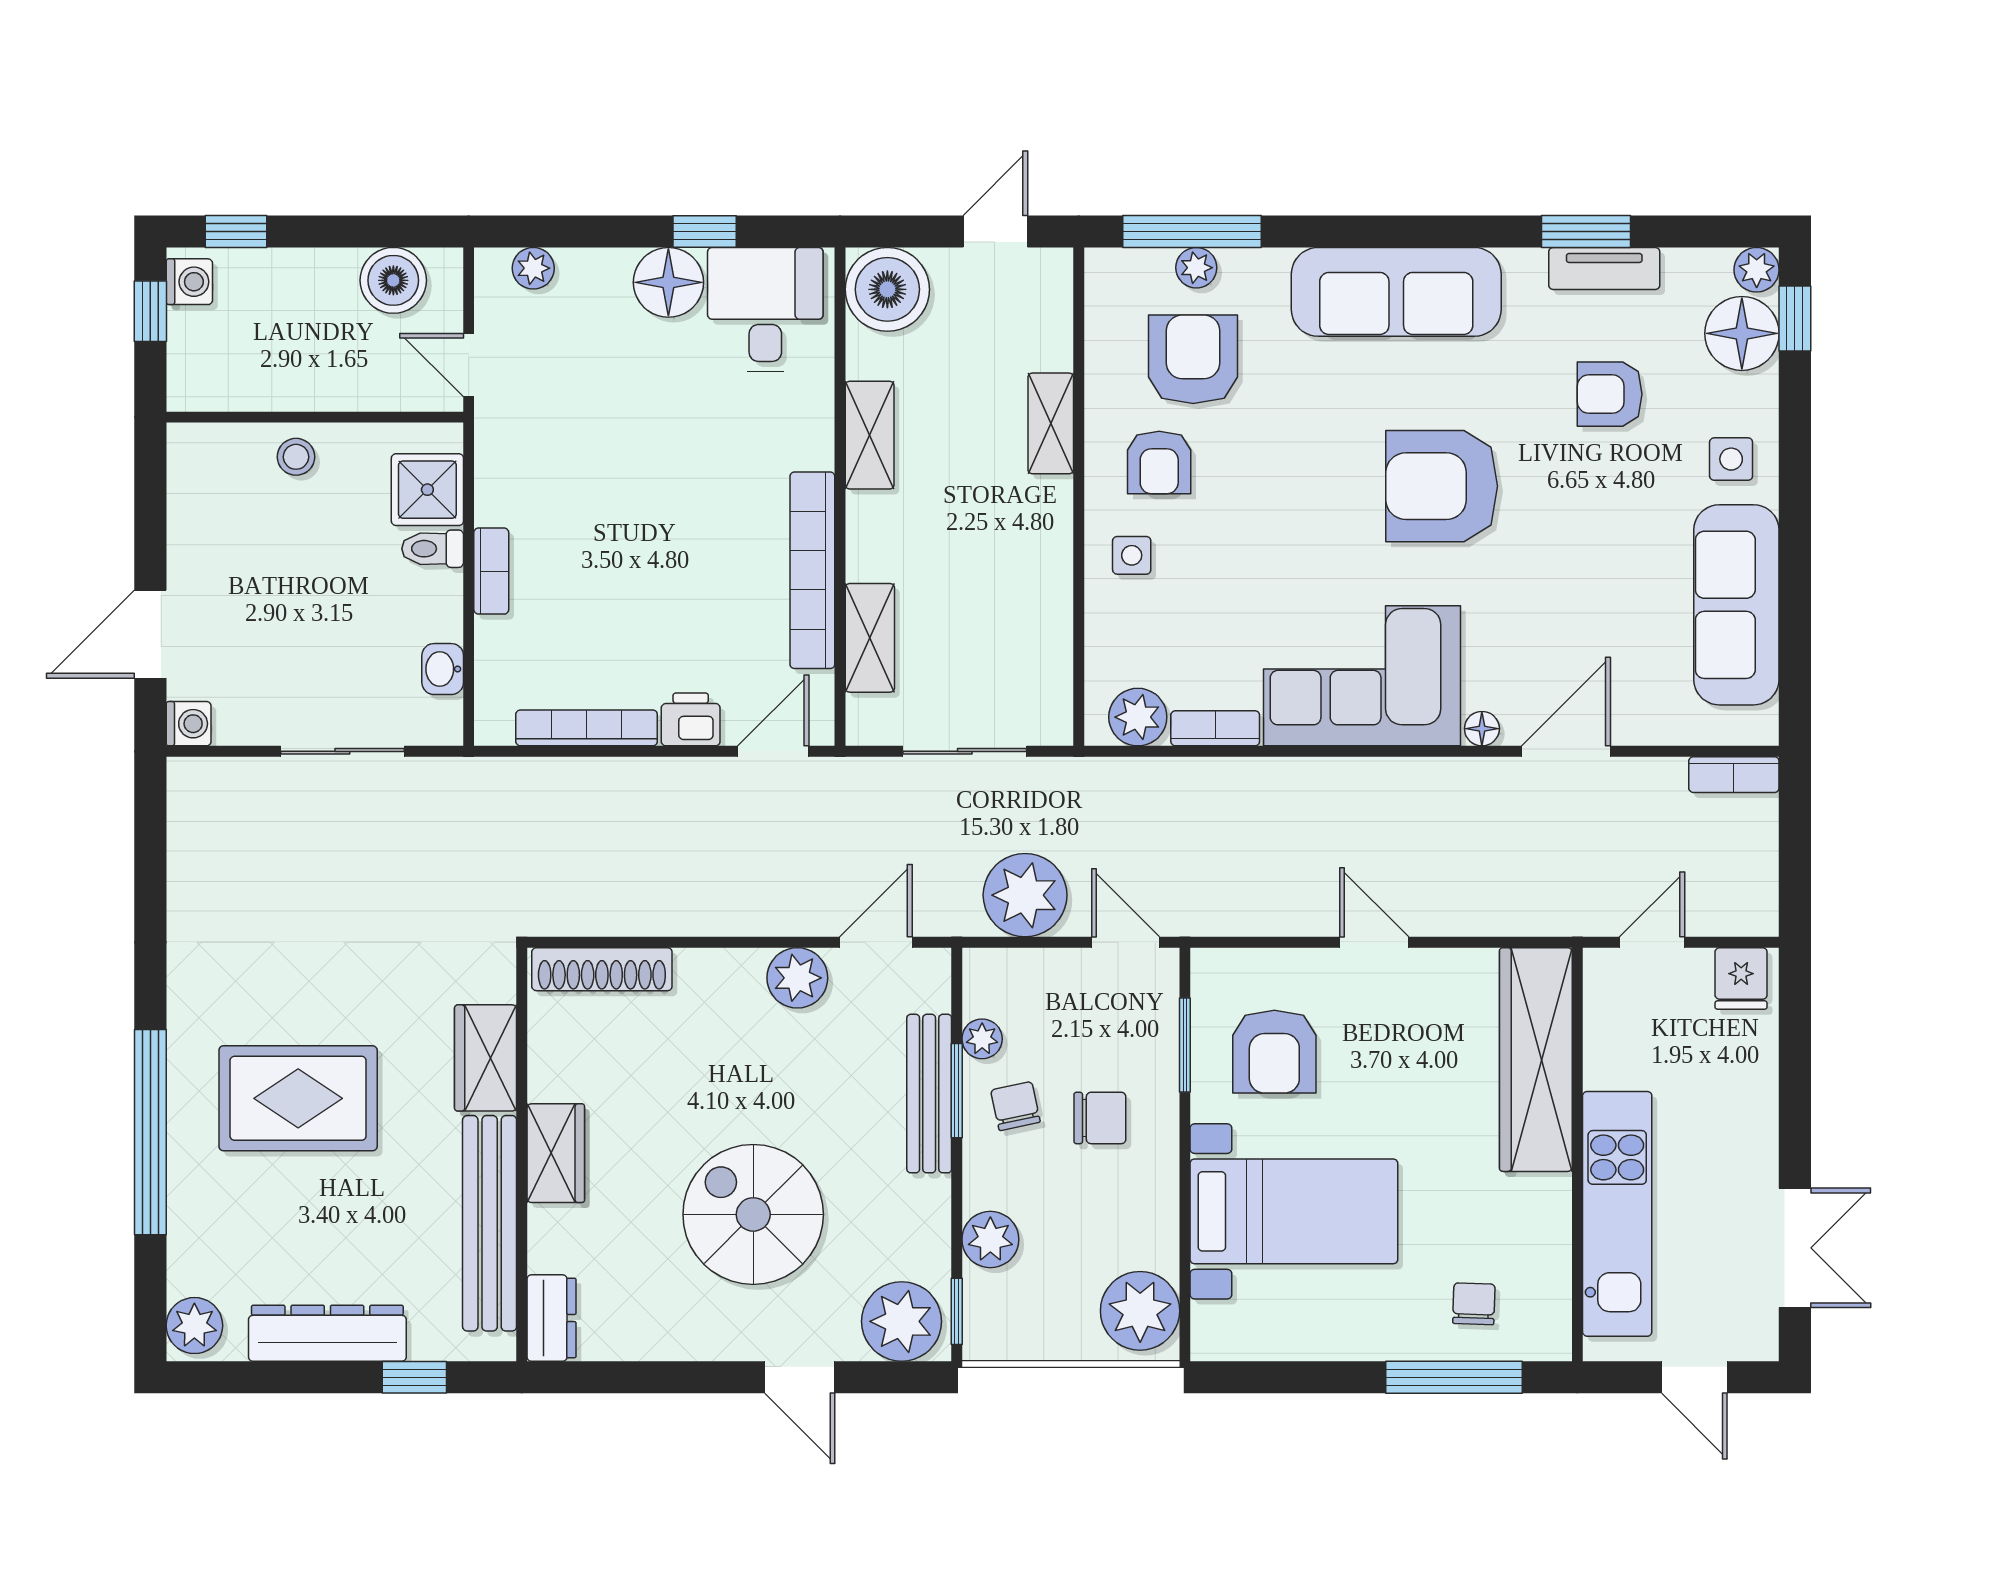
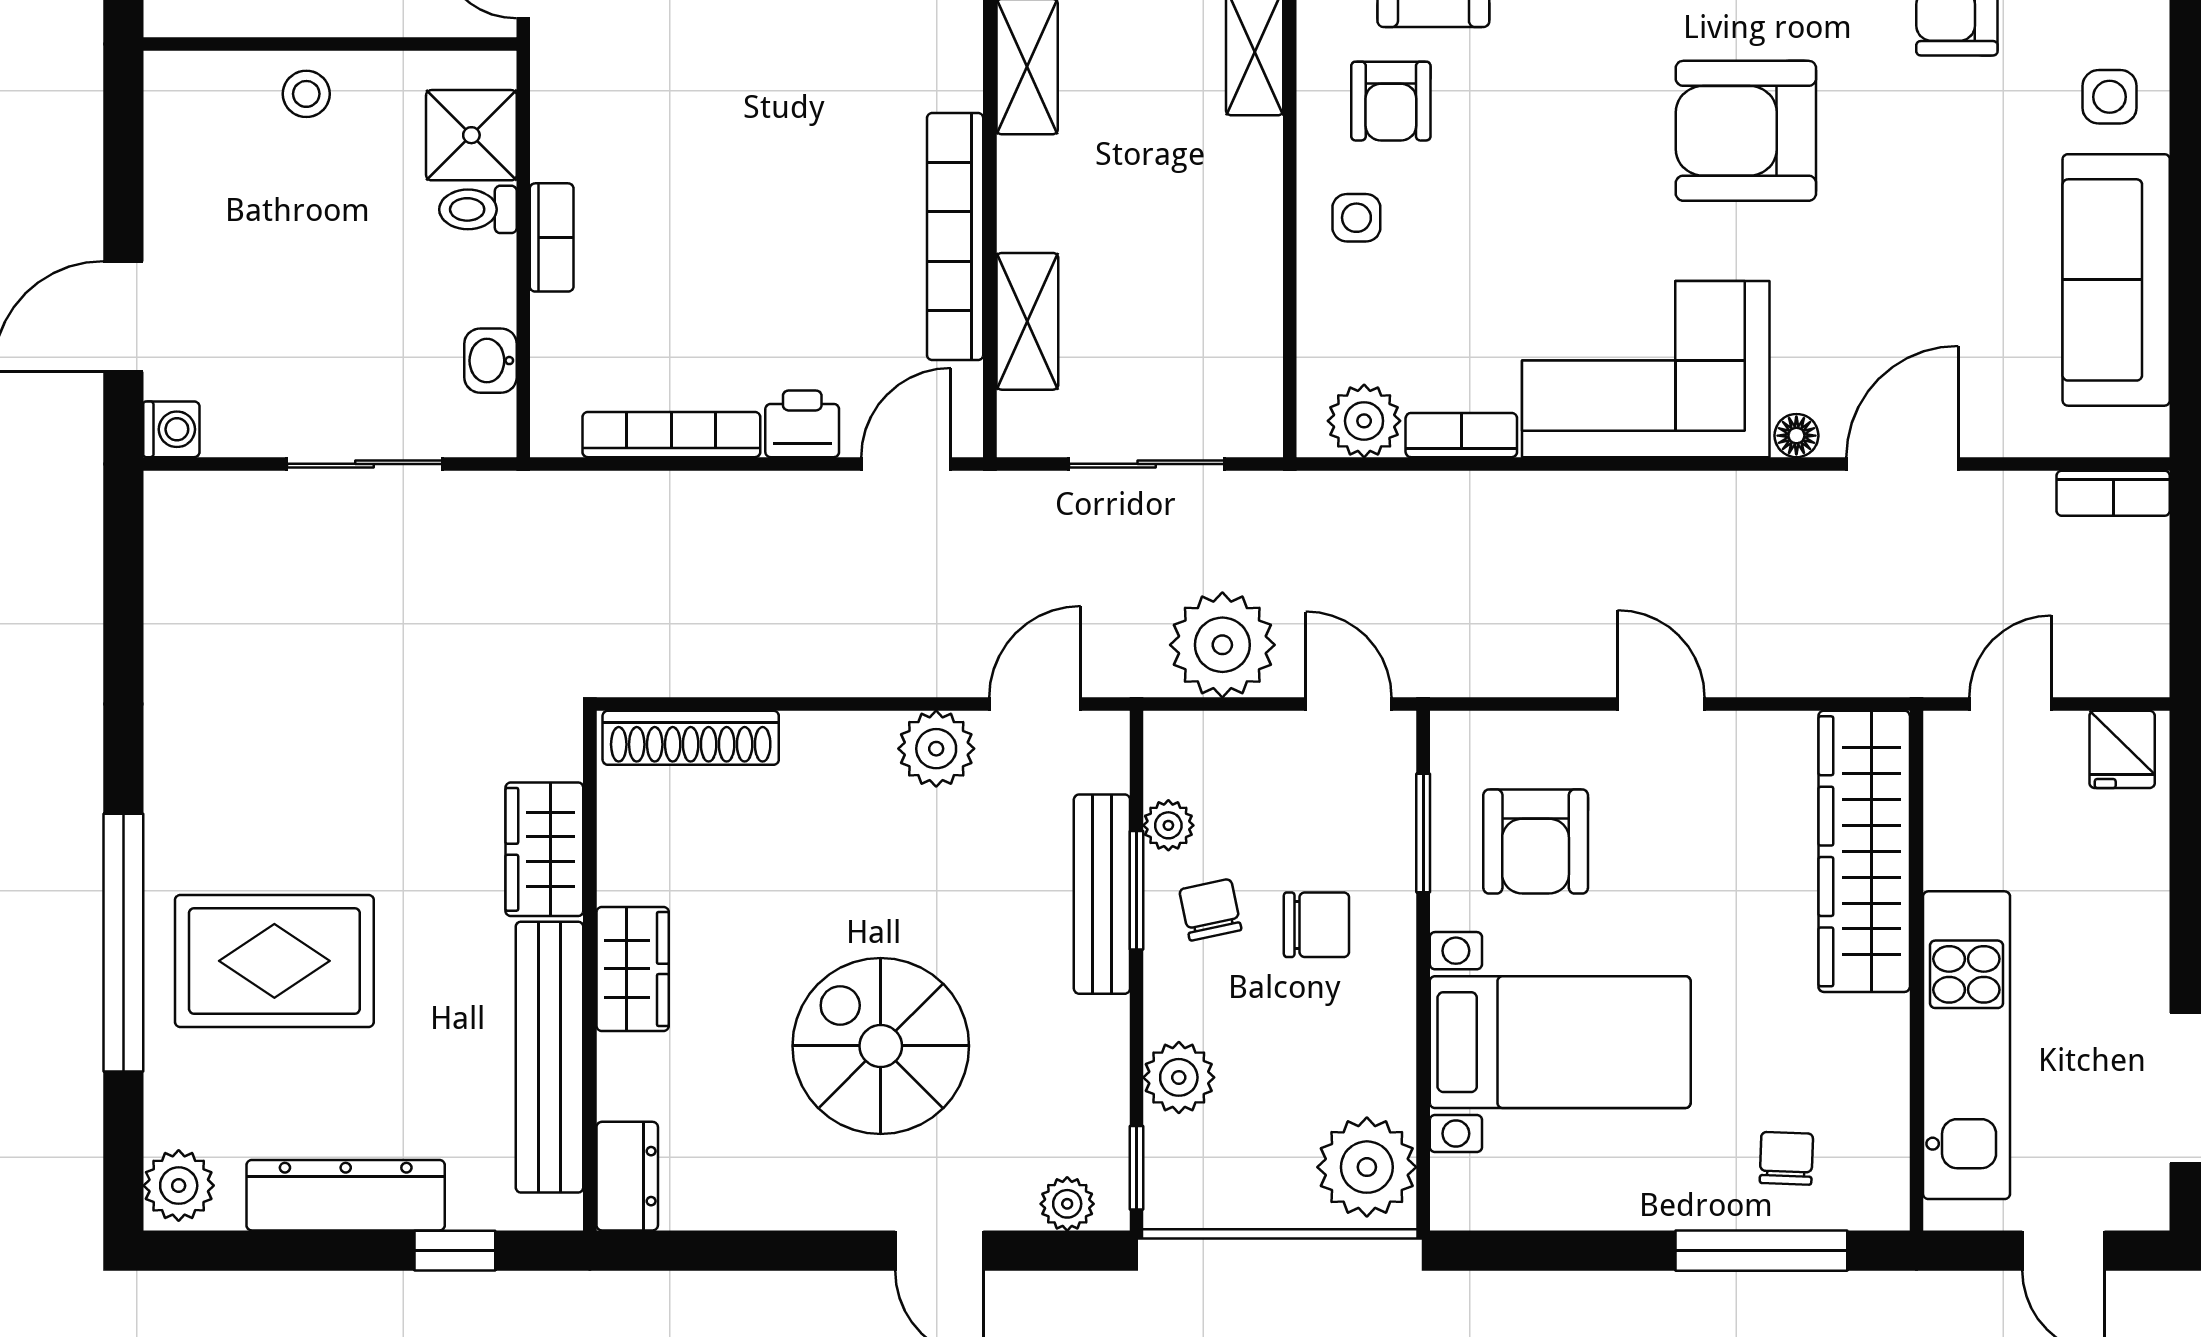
rug: (298, 1098) -> (274, 961), moved
plant: (902, 1321) -> (1067, 1204), width x0.53, depth x0.53

